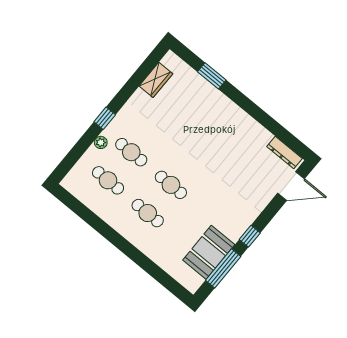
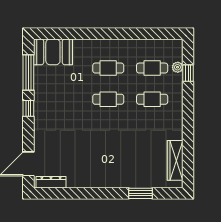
wardrobe: (156, 80) -> (175, 160), width x1.50
window: (105, 118) -> (188, 73), moved
plant: (101, 142) -> (178, 67), moved
booth: (209, 252) -> (53, 52), moved, turned 90

